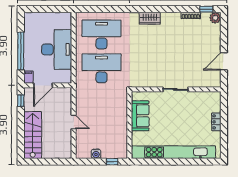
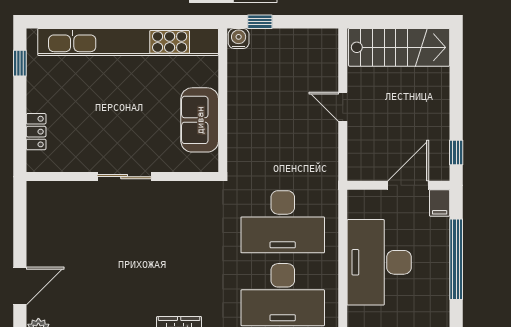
door: (224, 61) -> (20, 286), moved
locker: (216, 122) -> (36, 132), moved
stairs: (33, 135) -> (399, 47), moved, turned -90
window: (224, 142) -> (20, 63), added
water cooler: (96, 154) -> (239, 38), moved

